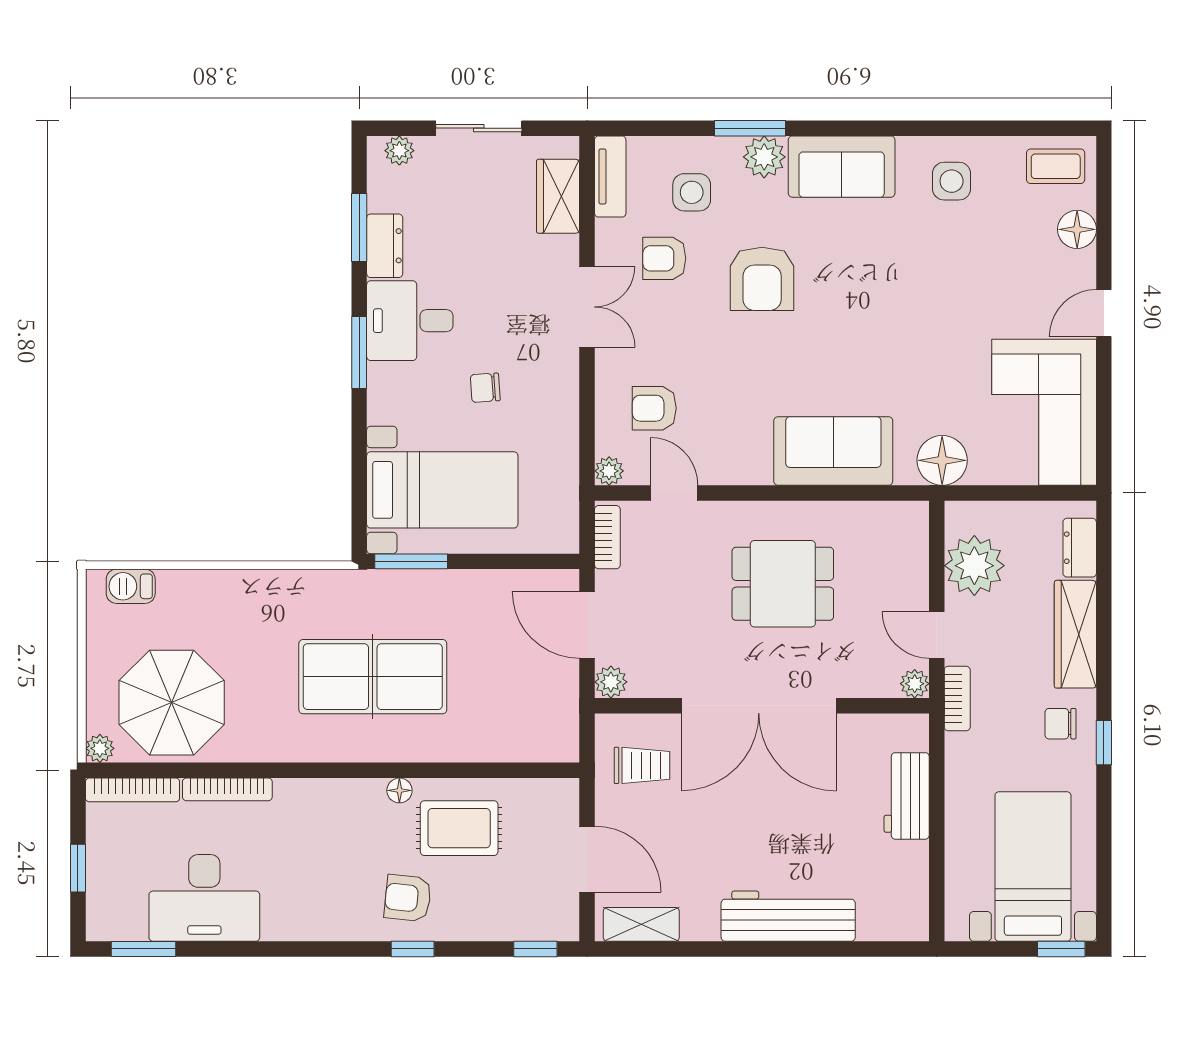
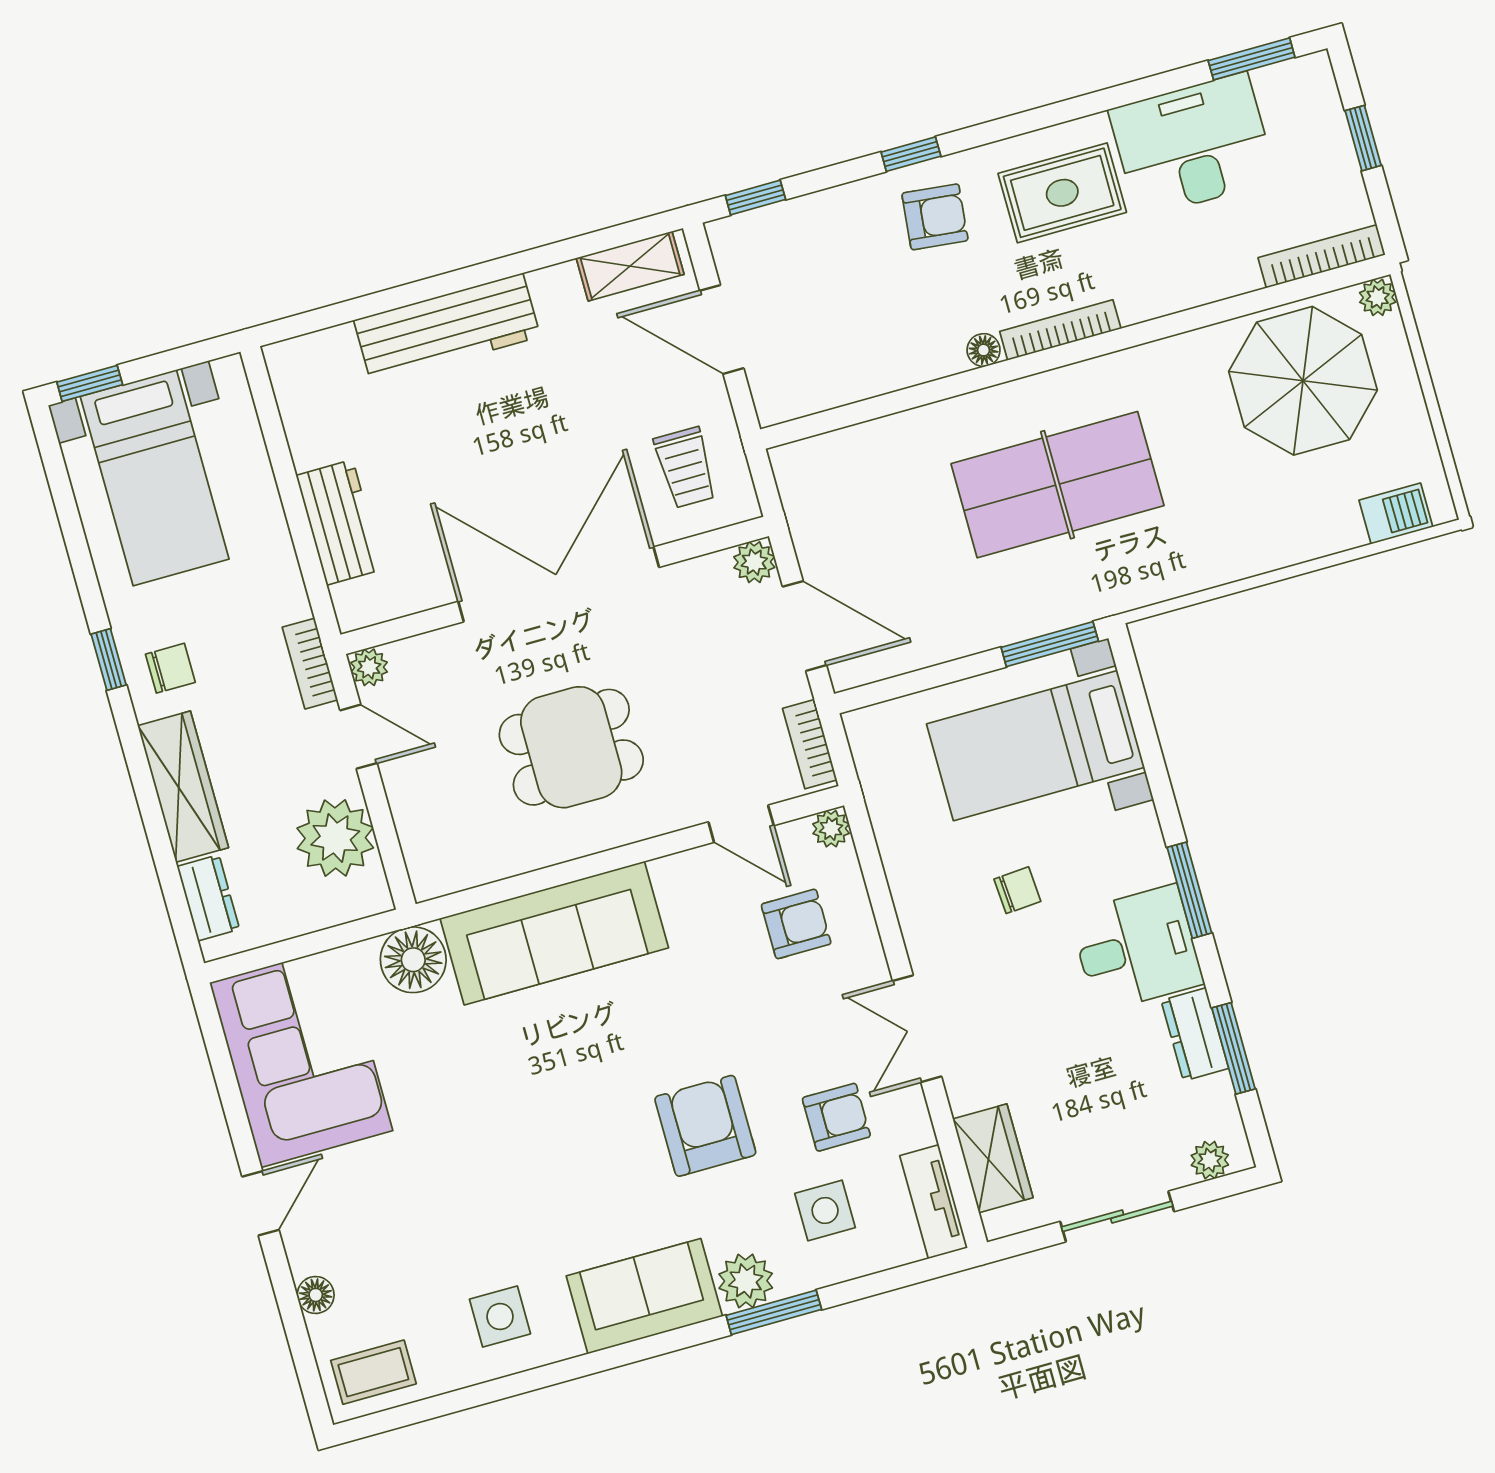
floor lamp: (1077, 229) -> (316, 1295), width x0.73, depth x0.73
sofa: (833, 451) -> (554, 933), width x1.36
trolley: (642, 765) -> (685, 467), turned -90
bookcase: (227, 789) -> (1060, 330), moved
rug: (459, 828) -> (1062, 193), moved

